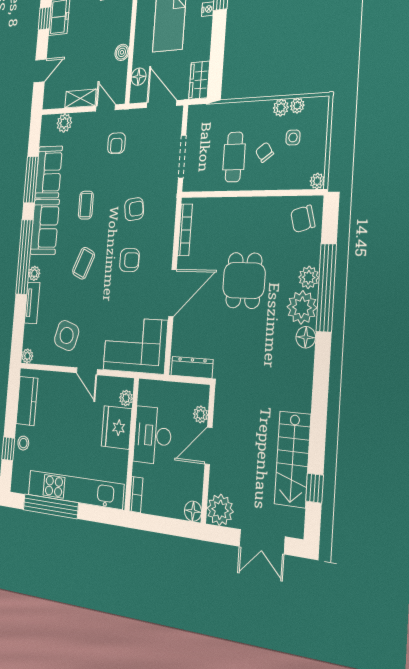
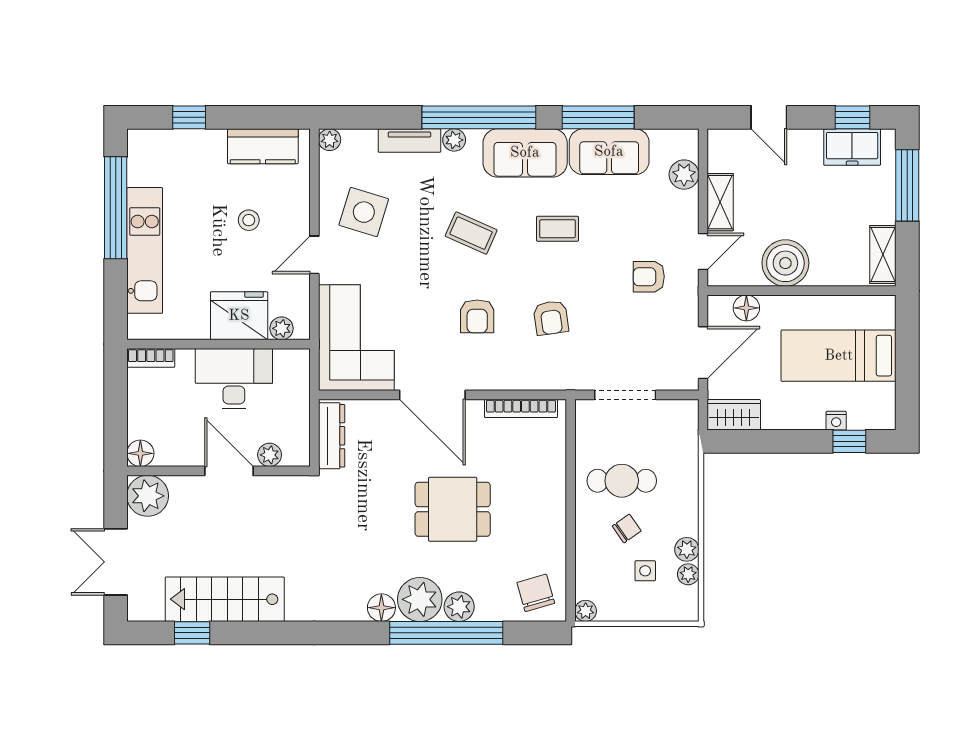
boiler: (122, 52) -> (785, 263), width x1.86, depth x1.86
stool: (23, 443) -> (249, 220), moved
kitchen unit: (75, 490) -> (145, 250), width x0.73

